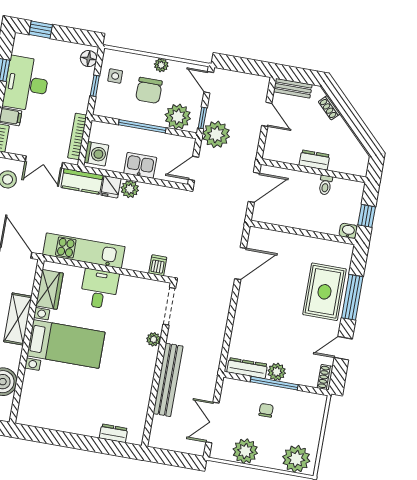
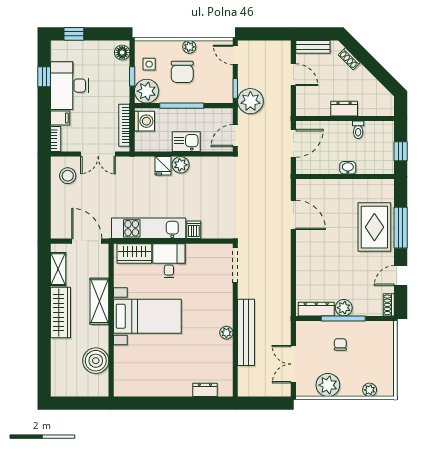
plant: (178, 117) -> (147, 91), moved
washing machine: (96, 154) -> (144, 121), moved
kitchen counter: (82, 181) -> (136, 166), removed
washbasin: (348, 231) -> (348, 168), moved
door: (240, 263) -> (293, 215), hinge flipped
dishwasher: (158, 265) -> (194, 230), moved
wardrobe: (49, 289) -> (134, 253), moved, turned 90
plant: (154, 339) -> (226, 333), moved
plant: (296, 459) -> (370, 390), width x0.53, depth x0.53

